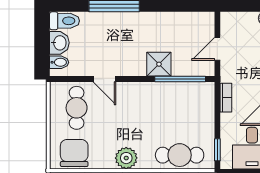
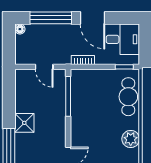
shower: (159, 64) -> (24, 123), moved

